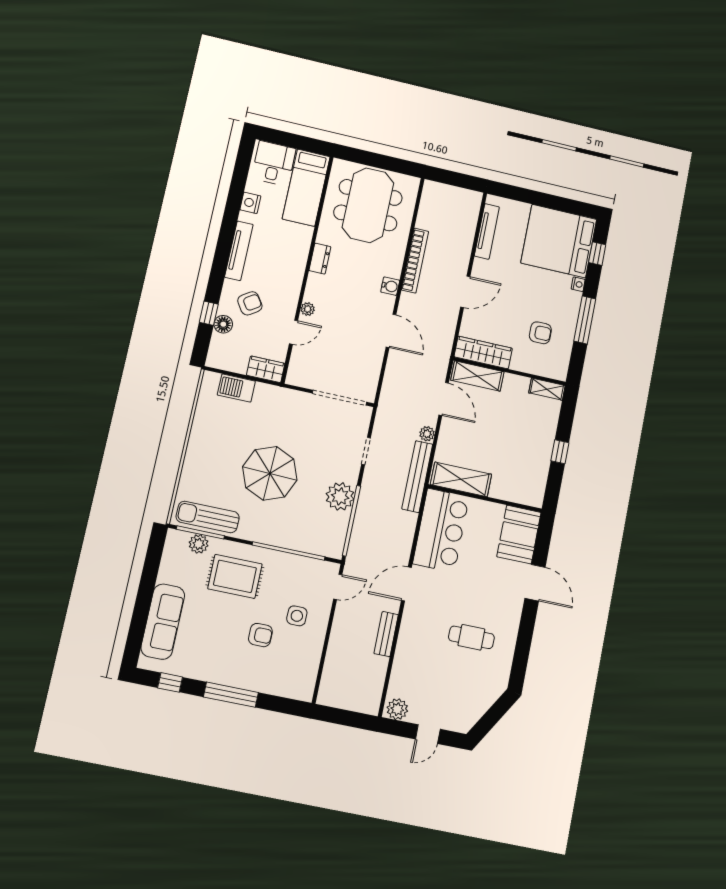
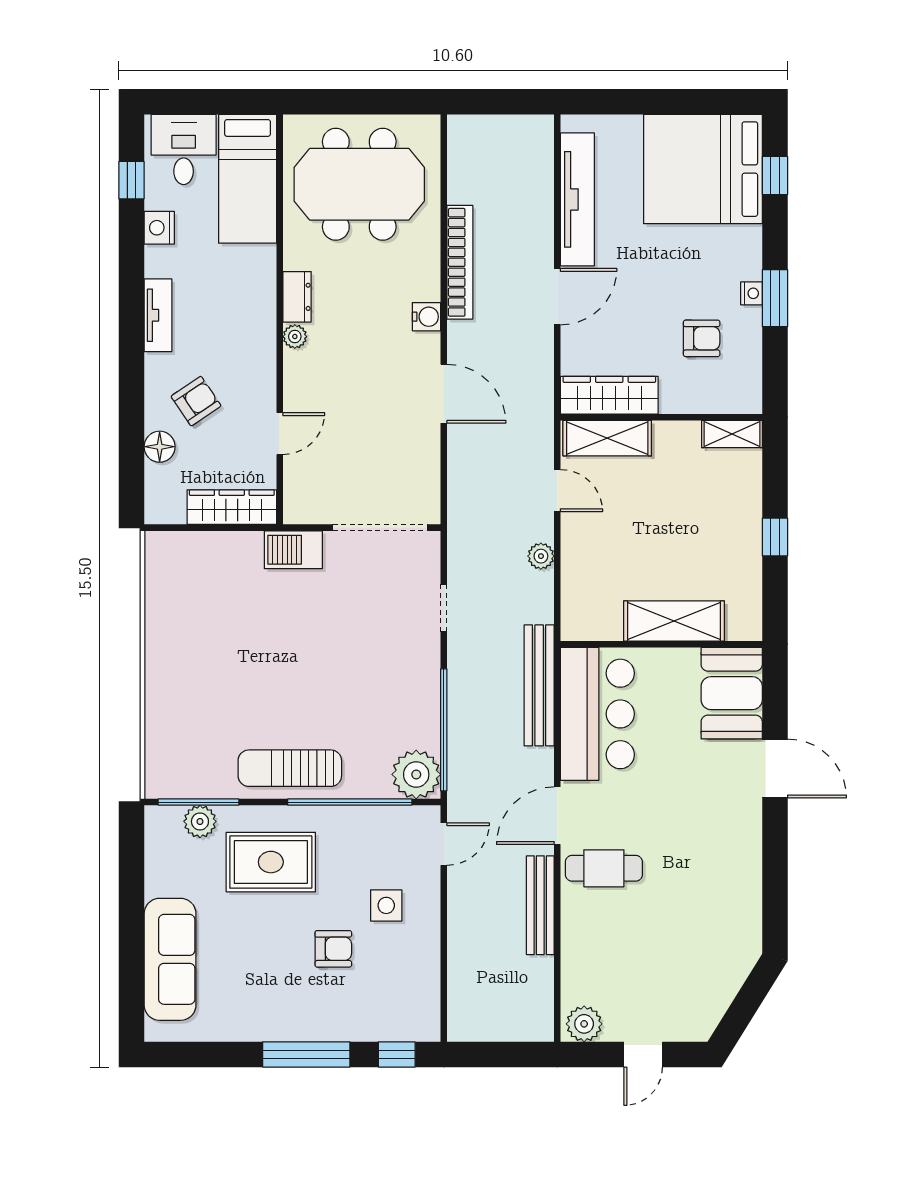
meeting table: (368, 205) -> (359, 184), turned 90
tv unit: (487, 231) -> (577, 199), width x1.36, depth x1.29
tv unit: (239, 251) -> (158, 315), width x0.71
nightstand: (578, 284) -> (752, 293), moved
plant: (308, 309) -> (295, 337), moved
window: (209, 313) -> (131, 180), moved
window: (585, 320) -> (775, 298), width x0.69
wardrobe: (266, 369) -> (232, 507), width x1.50
barbecue: (236, 388) -> (293, 550), moved
door: (444, 399) -> (557, 491), width x0.73
parasol: (270, 473) -> (291, 680), removed
bench: (417, 477) -> (539, 685), moved
shelving: (461, 479) -> (674, 621), moved
plant: (340, 496) -> (416, 774), moved
sun lounger: (208, 517) -> (290, 768), moved
bench: (386, 634) -> (540, 905), width x1.36
cafe table: (471, 637) -> (604, 868), moved
window: (170, 682) -> (397, 1054), moved

